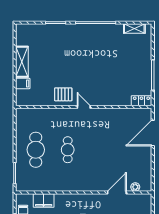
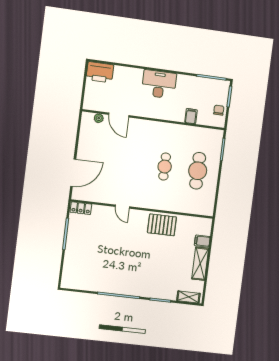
shelving: (134, 29) -> (188, 297), moved
pallet: (63, 94) -> (162, 225), width x1.50, depth x1.42
door: (84, 107) -> (122, 207), moved
door: (117, 192) -> (119, 115), hinge flipped
filing cabinet: (44, 200) -> (191, 116), width x0.50

